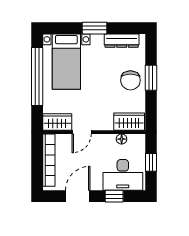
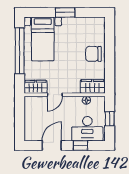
dresser: (122, 41) -> (86, 22), removed
window: (151, 78) -> (110, 52), removed
chair: (130, 80) -> (93, 54), turned 90
bookcase: (49, 160) -> (29, 117), removed

